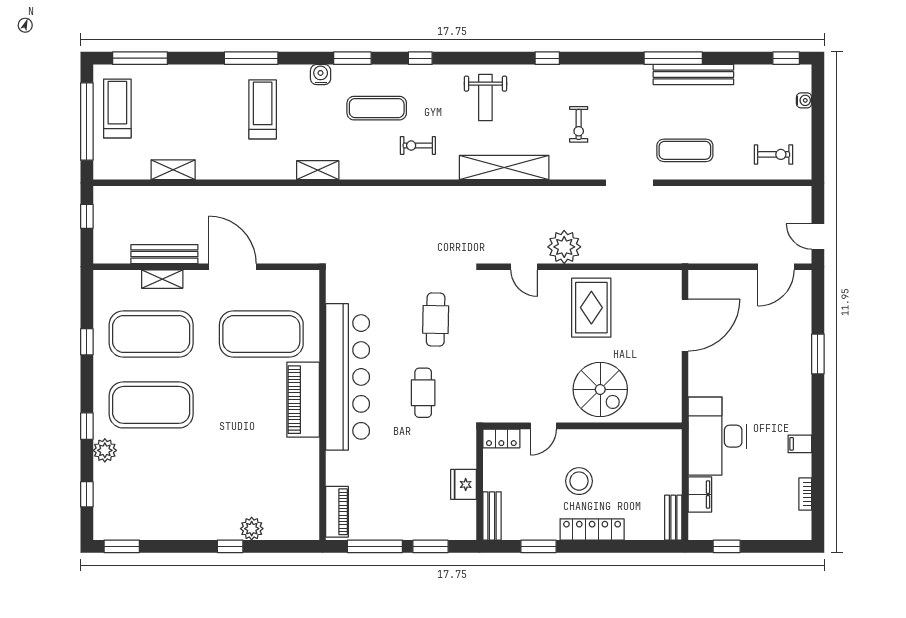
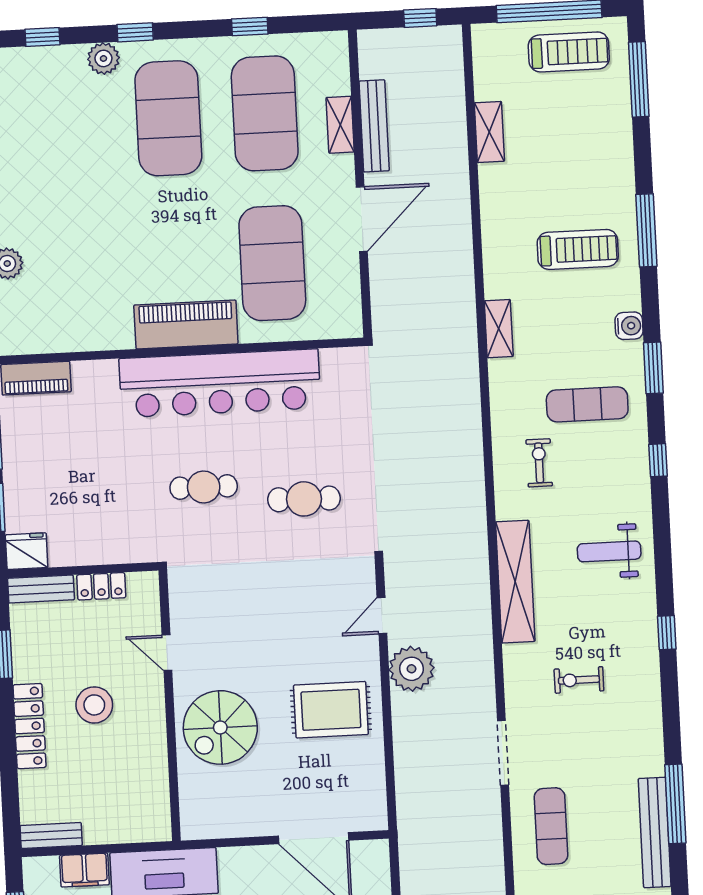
exercise mat: (377, 108) -> (587, 404), turned 90
locker: (501, 438) -> (101, 586), moved, turned -90
fridge: (464, 484) -> (27, 551), moved

